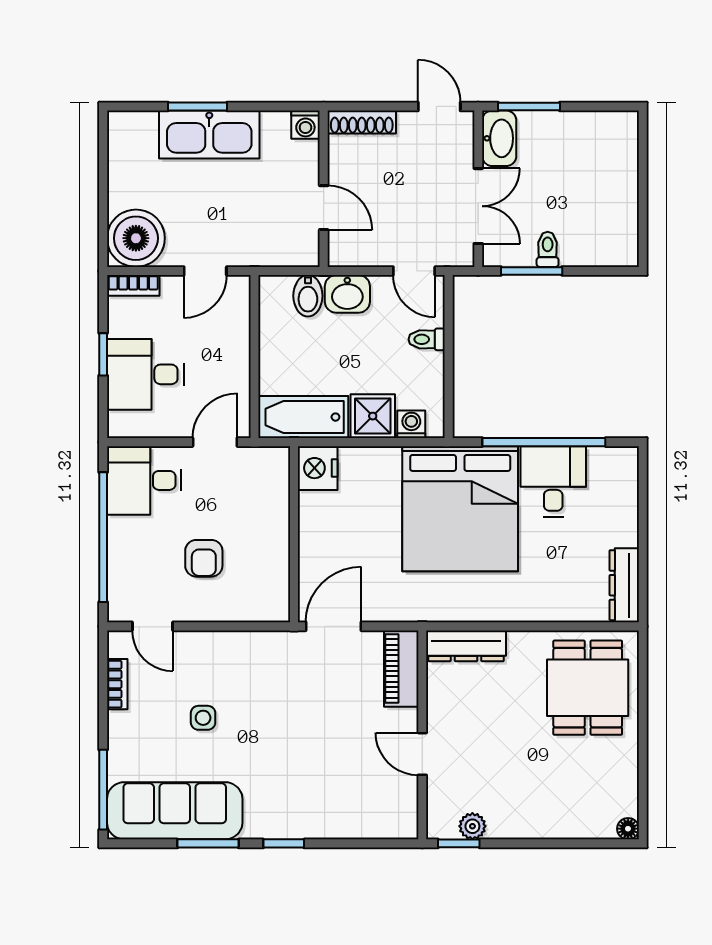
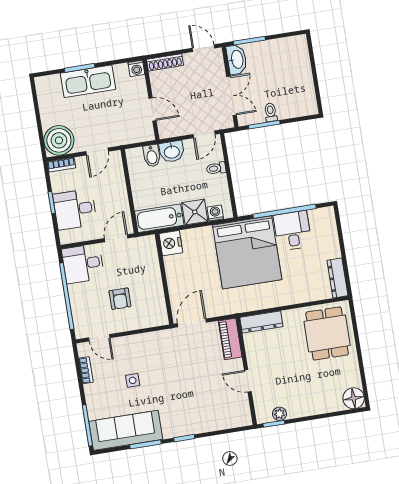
door: (414, 271) -> (204, 134), hinge flipped
floor lamp: (628, 829) -> (354, 398), width x1.89, depth x1.89

